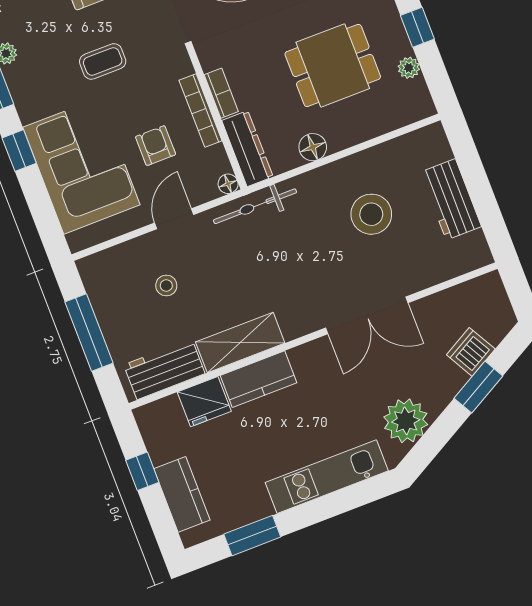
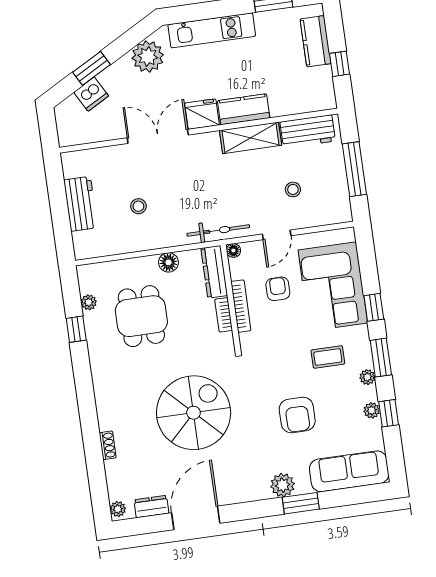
coffee table: (103, 61) -> (328, 357), moved
dining table: (333, 65) -> (141, 316), turned 90
armchair: (156, 146) -> (278, 289), turned 180
stool: (371, 214) -> (138, 206), width x0.53, depth x0.53
fridge: (204, 402) -> (202, 114), moved

